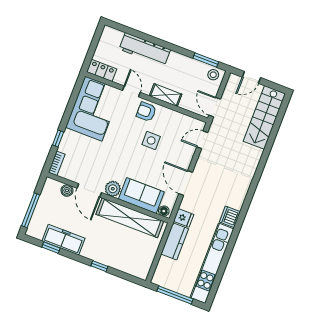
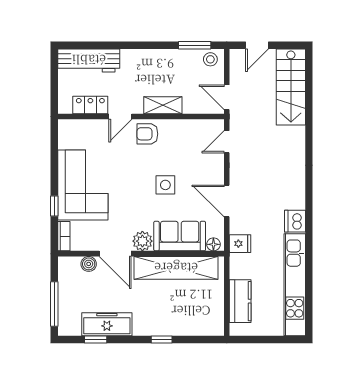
workbench: (145, 49) -> (89, 60), moved
locker: (102, 70) -> (90, 105), moved
door: (131, 91) -> (120, 116), swing flipped
corner sofa: (93, 109) -> (83, 185), moved
side table: (151, 140) -> (165, 185), moved
kitchen counter: (175, 241) -> (240, 301), moved
window: (175, 295) -> (265, 339), removed

